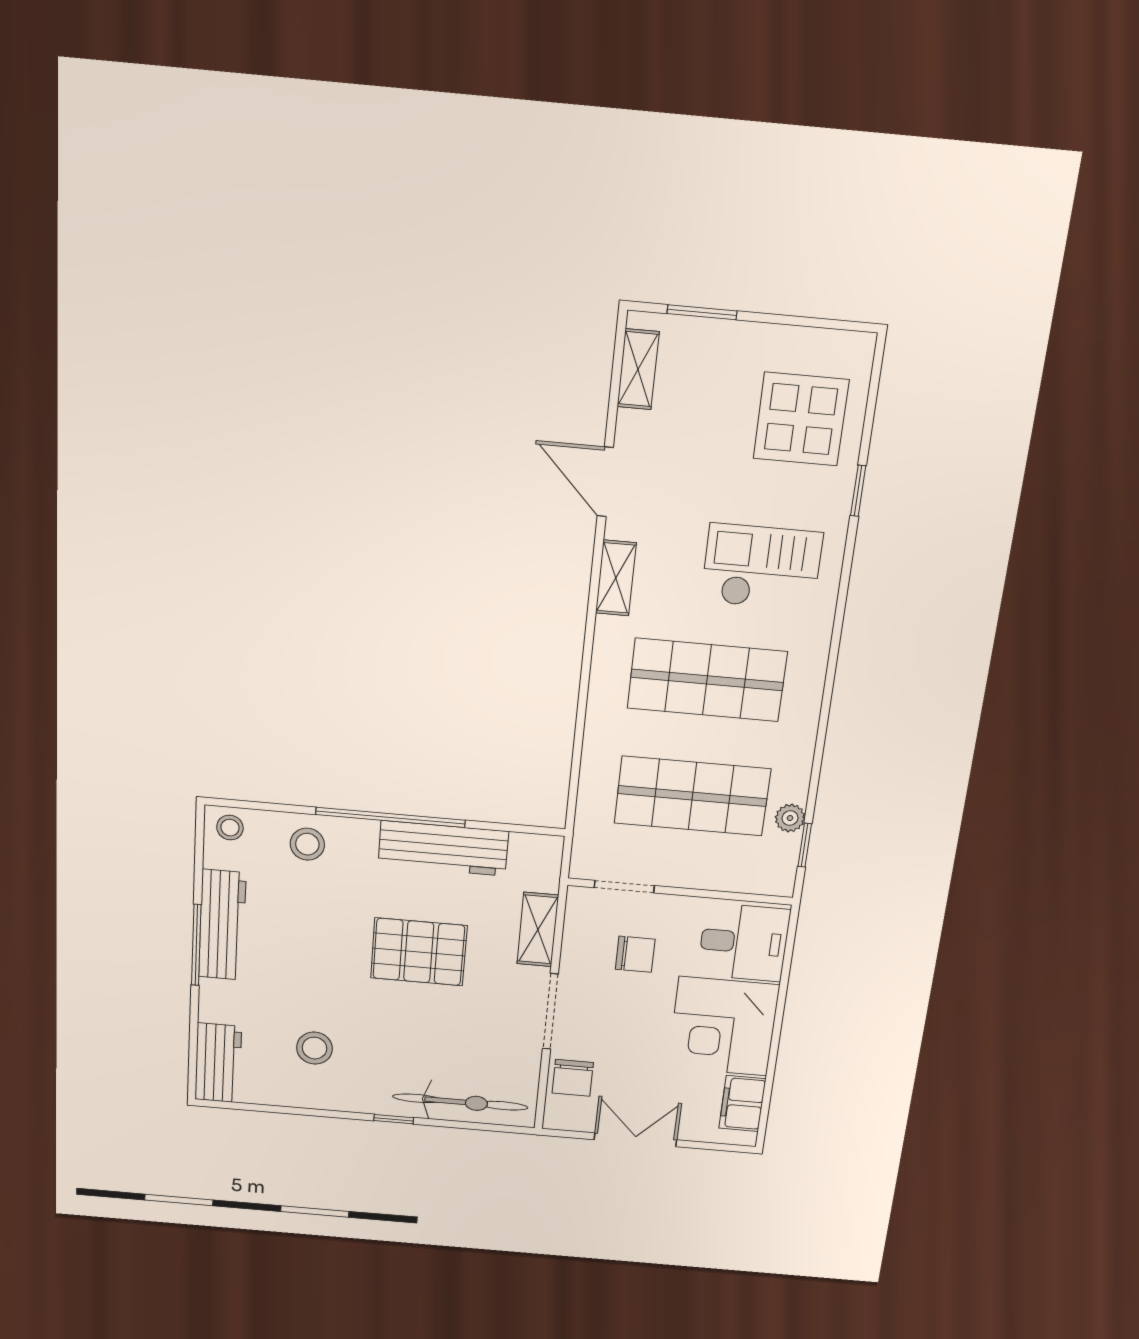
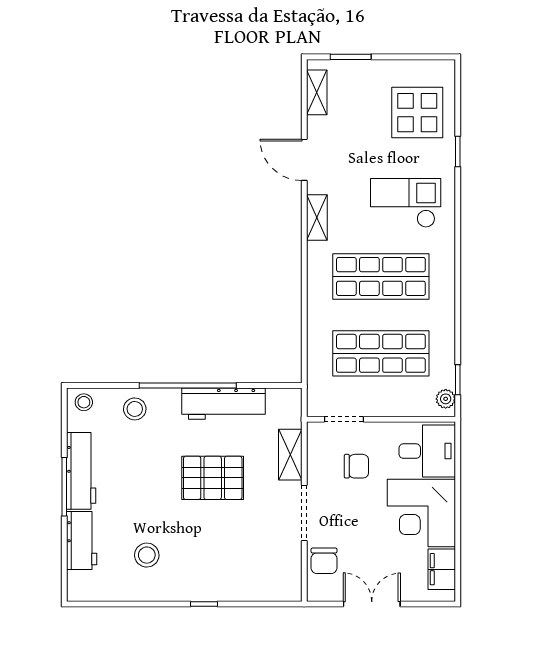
plant: (790, 818) -> (446, 399), moved
workbench: (218, 1063) -> (82, 540), moved
bicycle: (460, 1102) -> (249, 586), removed

